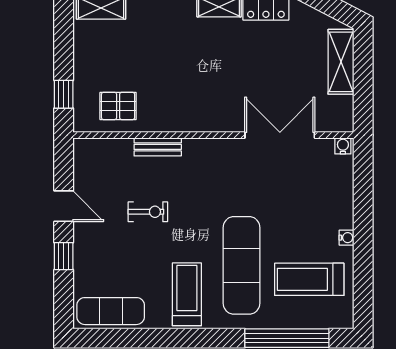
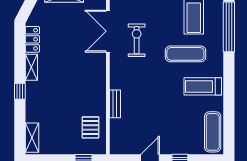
exercise bike: (148, 212) -> (137, 40), moved, width x1.38, depth x1.39
exercise mat: (242, 265) -> (185, 54), width x0.73, depth x0.69

